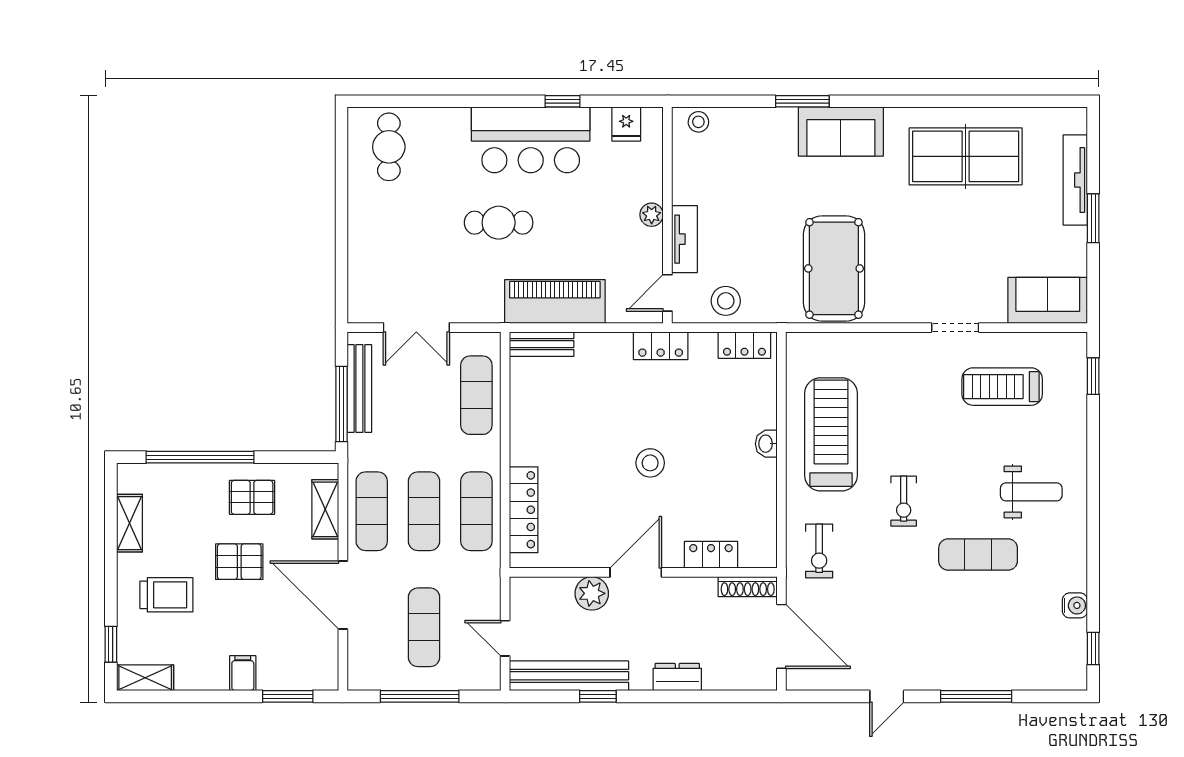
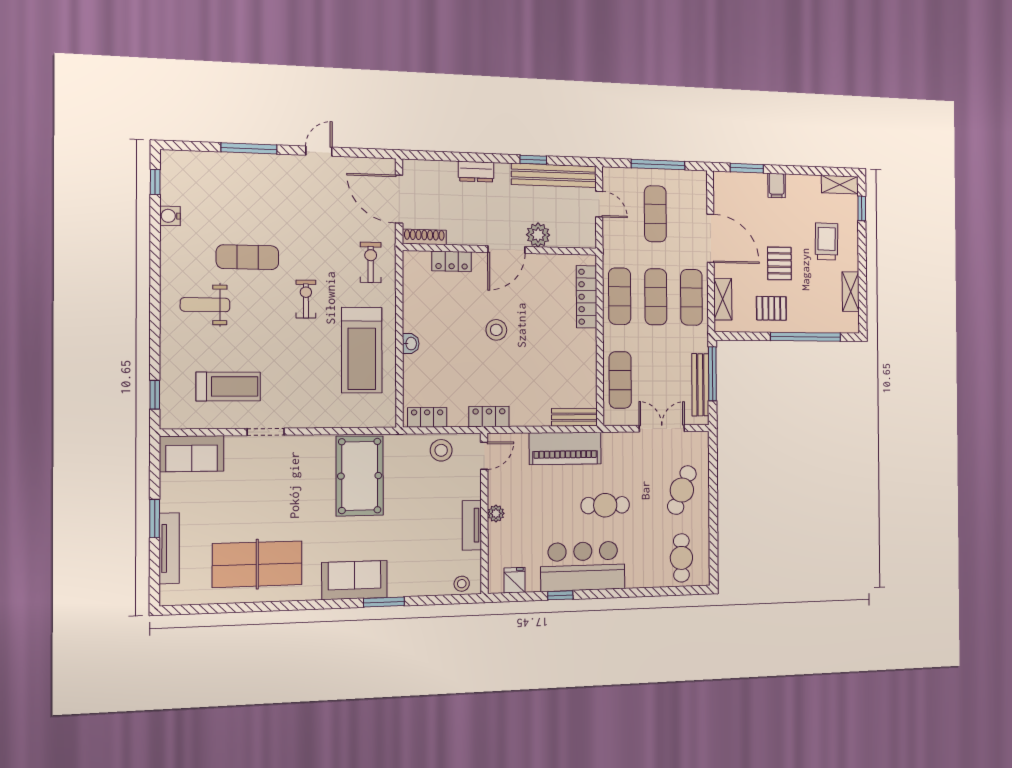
tv unit: (685, 239) -> (472, 525), moved
cafe table: (388, 241) -> (682, 490), added
pallet: (239, 562) -> (779, 263), turned 90
trolley: (166, 595) -> (827, 242), turned 91

